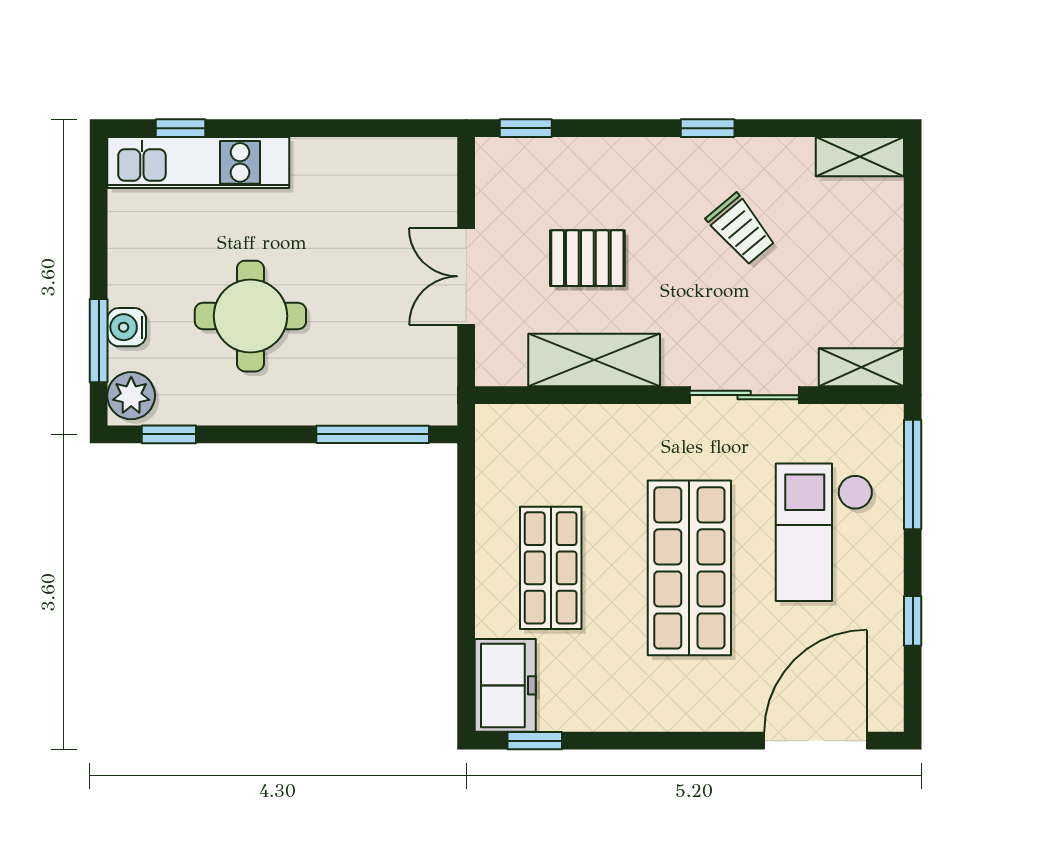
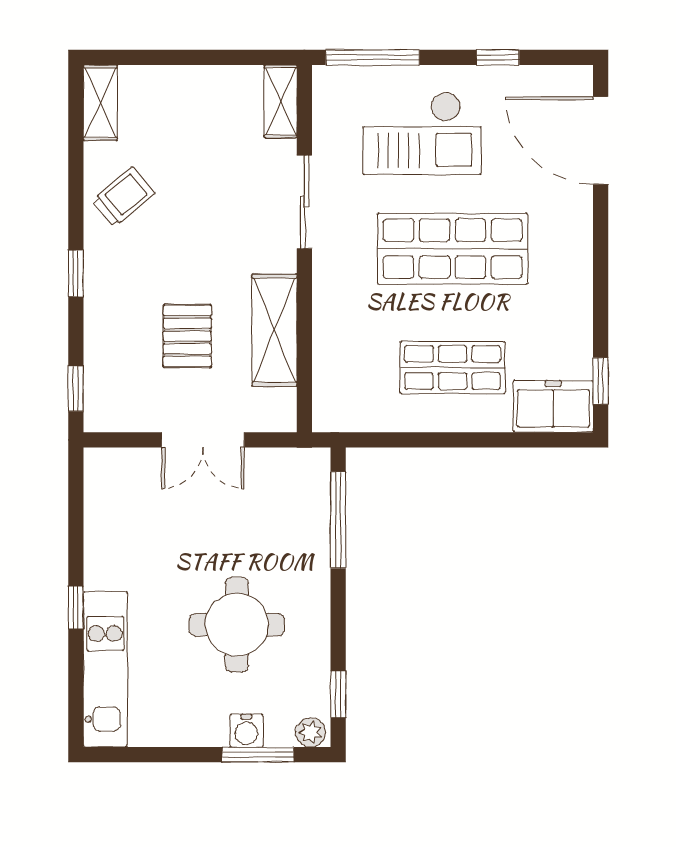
window: (180, 128) -> (76, 608), moved
window: (708, 128) -> (76, 274), moved
trolley: (741, 229) -> (123, 197), moved
plant: (131, 396) -> (311, 732), width x0.73, depth x0.73

